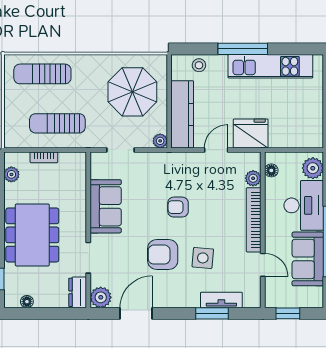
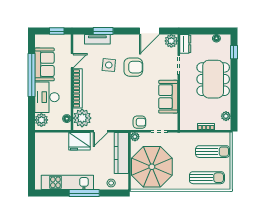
parasol: (132, 92) -> (152, 167), width x1.36, depth x1.36
sun lounger: (57, 123) -> (213, 152), moved
plant: (253, 178) -> (82, 118), width x1.88, depth x1.88
armchair: (178, 207) -> (139, 122), moved
door: (263, 265) -> (72, 61), swing flipped

